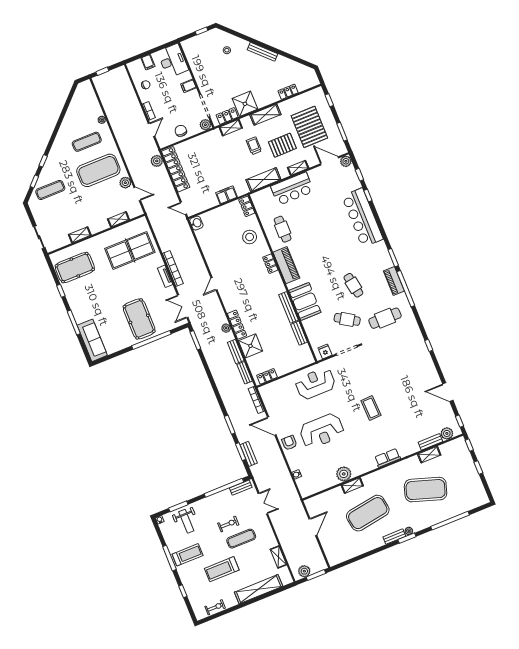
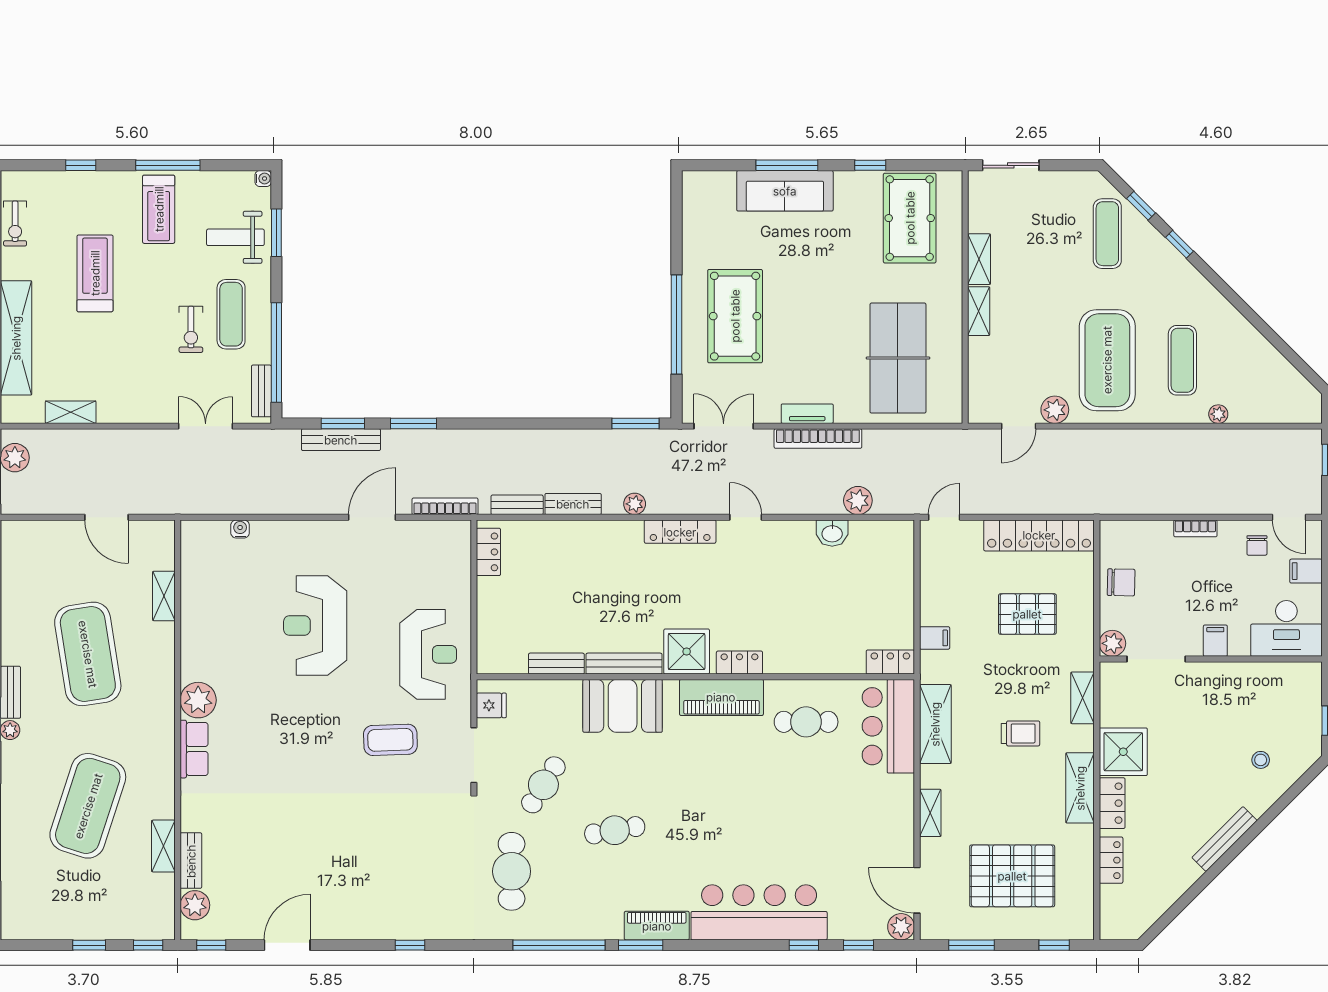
locker: (227, 116) -> (1112, 803), moved
door: (151, 130) -> (1289, 517), moved
pallet: (282, 145) -> (1027, 614), moved, turned 90
plant: (157, 161) -> (858, 501), moved
door: (330, 161) -> (917, 890), swing flipped
bar counter: (292, 189) -> (888, 726), moved
filing cabinet: (226, 195) -> (935, 638), width x0.50
shelving: (118, 219) -> (979, 311), moved
washbasin: (196, 223) -> (832, 533), moved
stool: (250, 237) -> (819, 640), removed
piano: (394, 281) -> (657, 926), moved
pool table: (139, 319) -> (735, 316), turned 90
locker: (237, 325) -> (680, 532), moved
sofa: (92, 340) -> (785, 191), moved
shower: (250, 346) -> (687, 652), moved
coffee table: (371, 408) -> (390, 740), moved
armchair: (289, 443) -> (318, 542), removed
bench: (249, 454) -> (341, 440), width x1.36
plant: (344, 474) -> (198, 700), moved
shelving: (352, 486) -> (164, 596), moved
double door: (263, 503) -> (206, 426), swing flipped
exercise mat: (241, 539) -> (231, 314), moved

